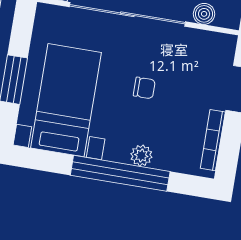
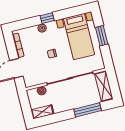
window: (120, 173) -> (47, 18), width x0.32

